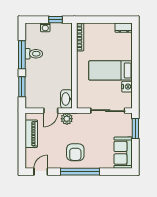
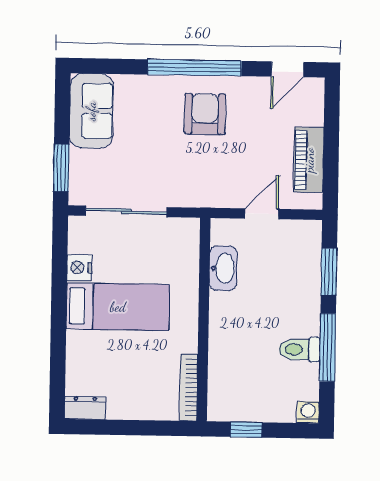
washing machine: (45, 27) -> (308, 412), moved
washbasin: (66, 99) -> (223, 268), moved
plant: (67, 119) -> (224, 194), removed

